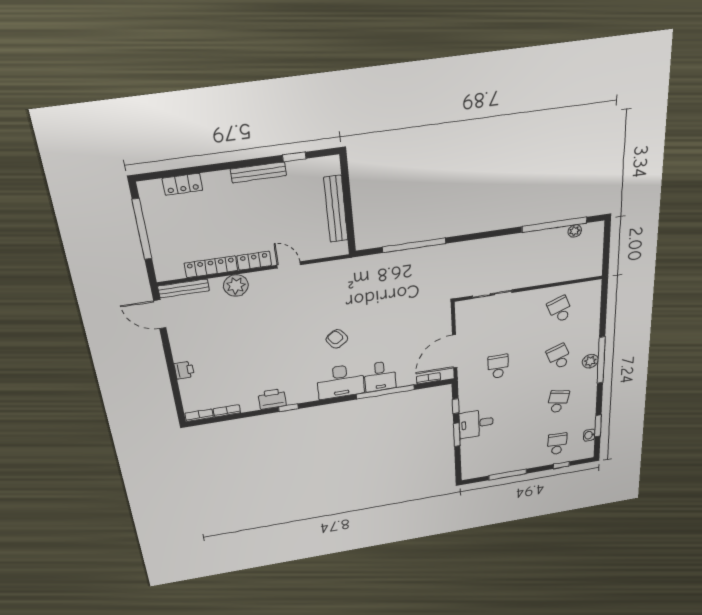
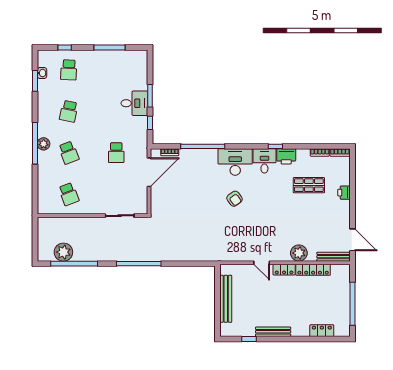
plant: (575, 231) -> (63, 252), width x1.87, depth x1.87
window: (414, 245) -> (139, 264), moved
shop shelf: (235, 371) -> (309, 185), added
desk: (380, 376) -> (264, 161), moved

